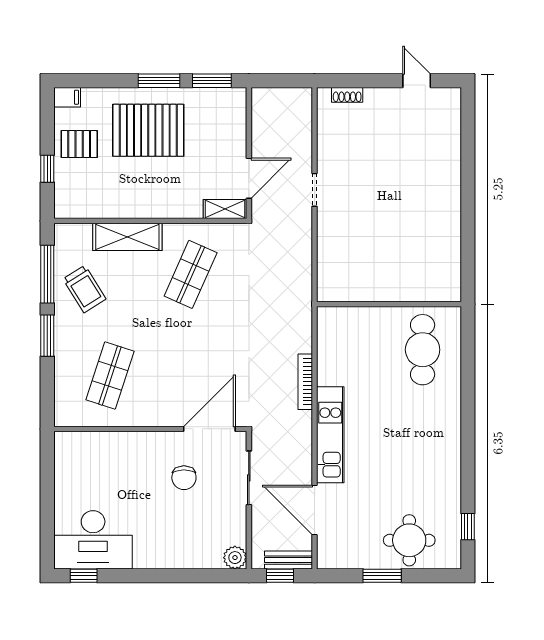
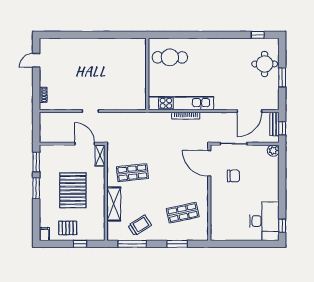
pallet: (148, 130) -> (73, 190), moved
pallet: (79, 144) -> (68, 228), turned 90
shop shelf: (191, 274) -> (132, 173), turned -30
window: (47, 336) -> (177, 244), moved
shop shelf: (110, 376) -> (183, 213), turned -30
kitchen unit: (330, 435) -> (181, 103), moved, width x1.36

